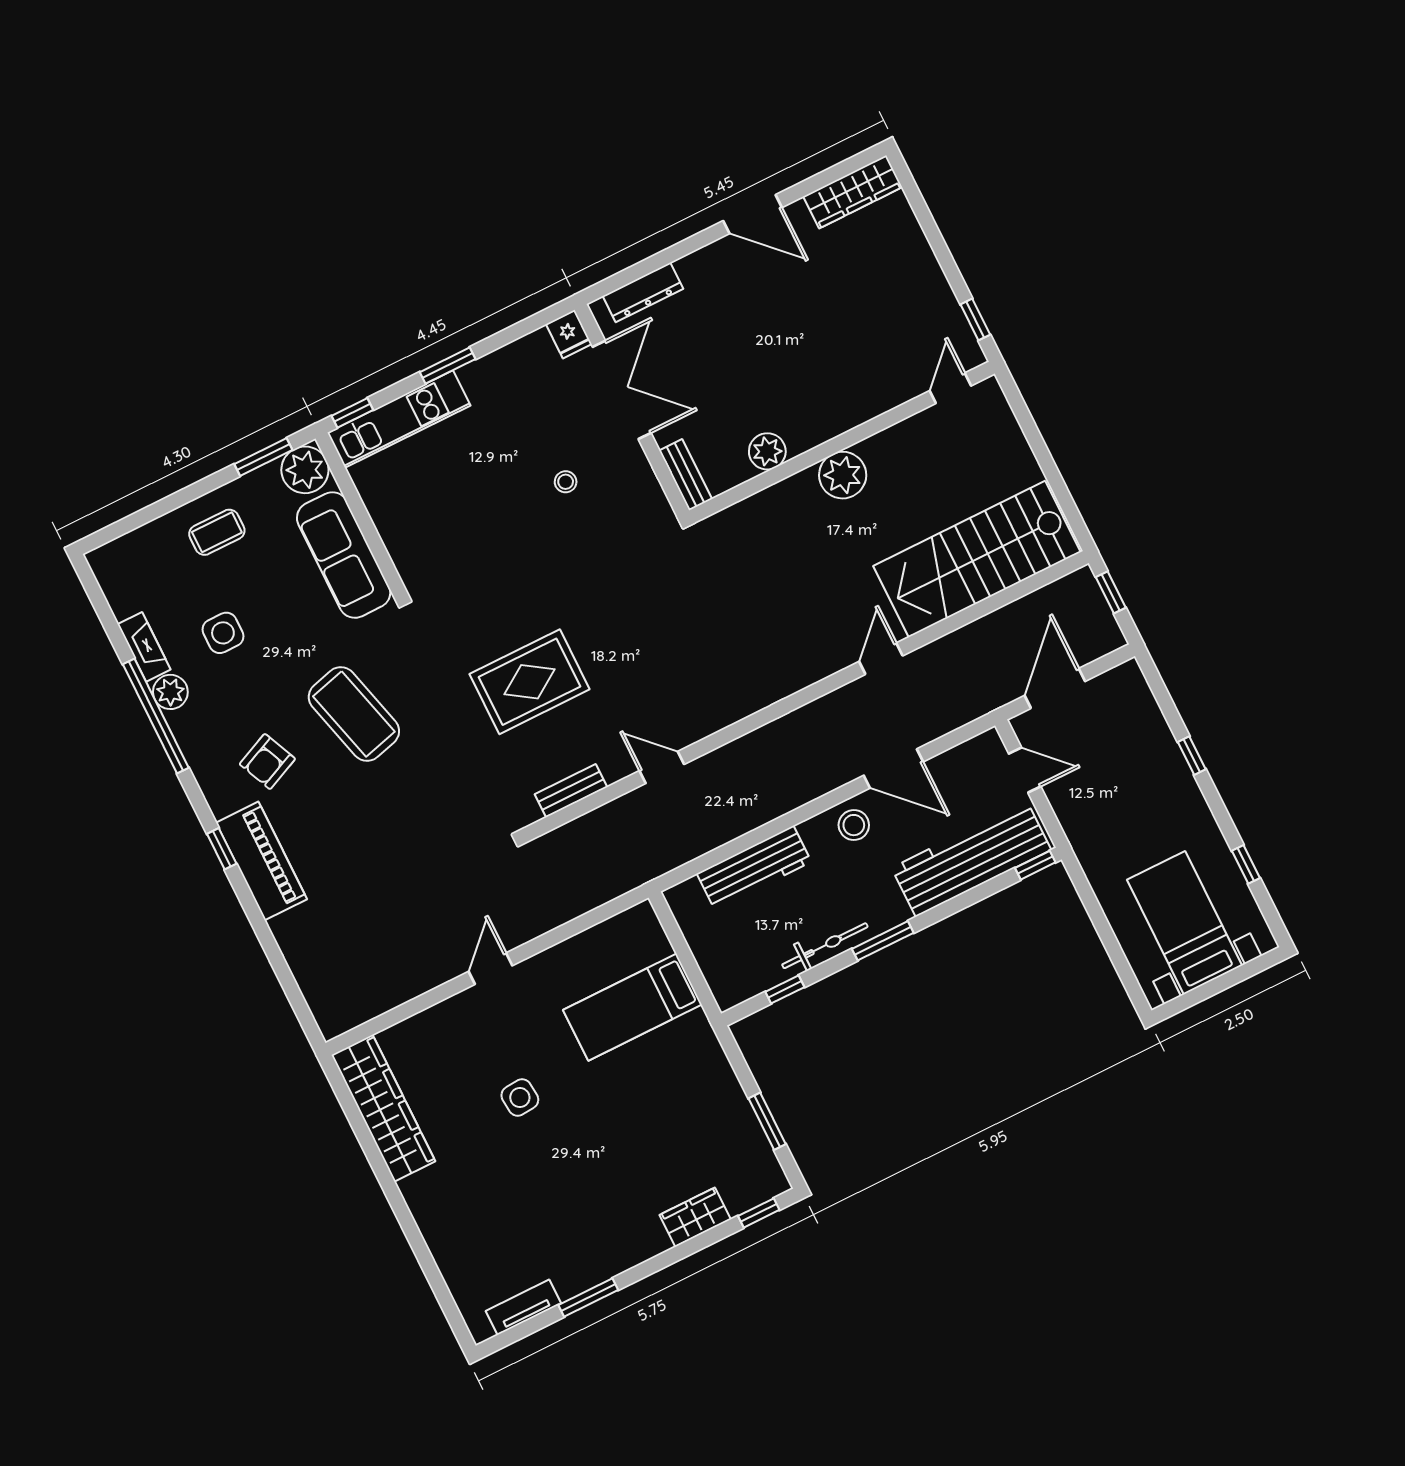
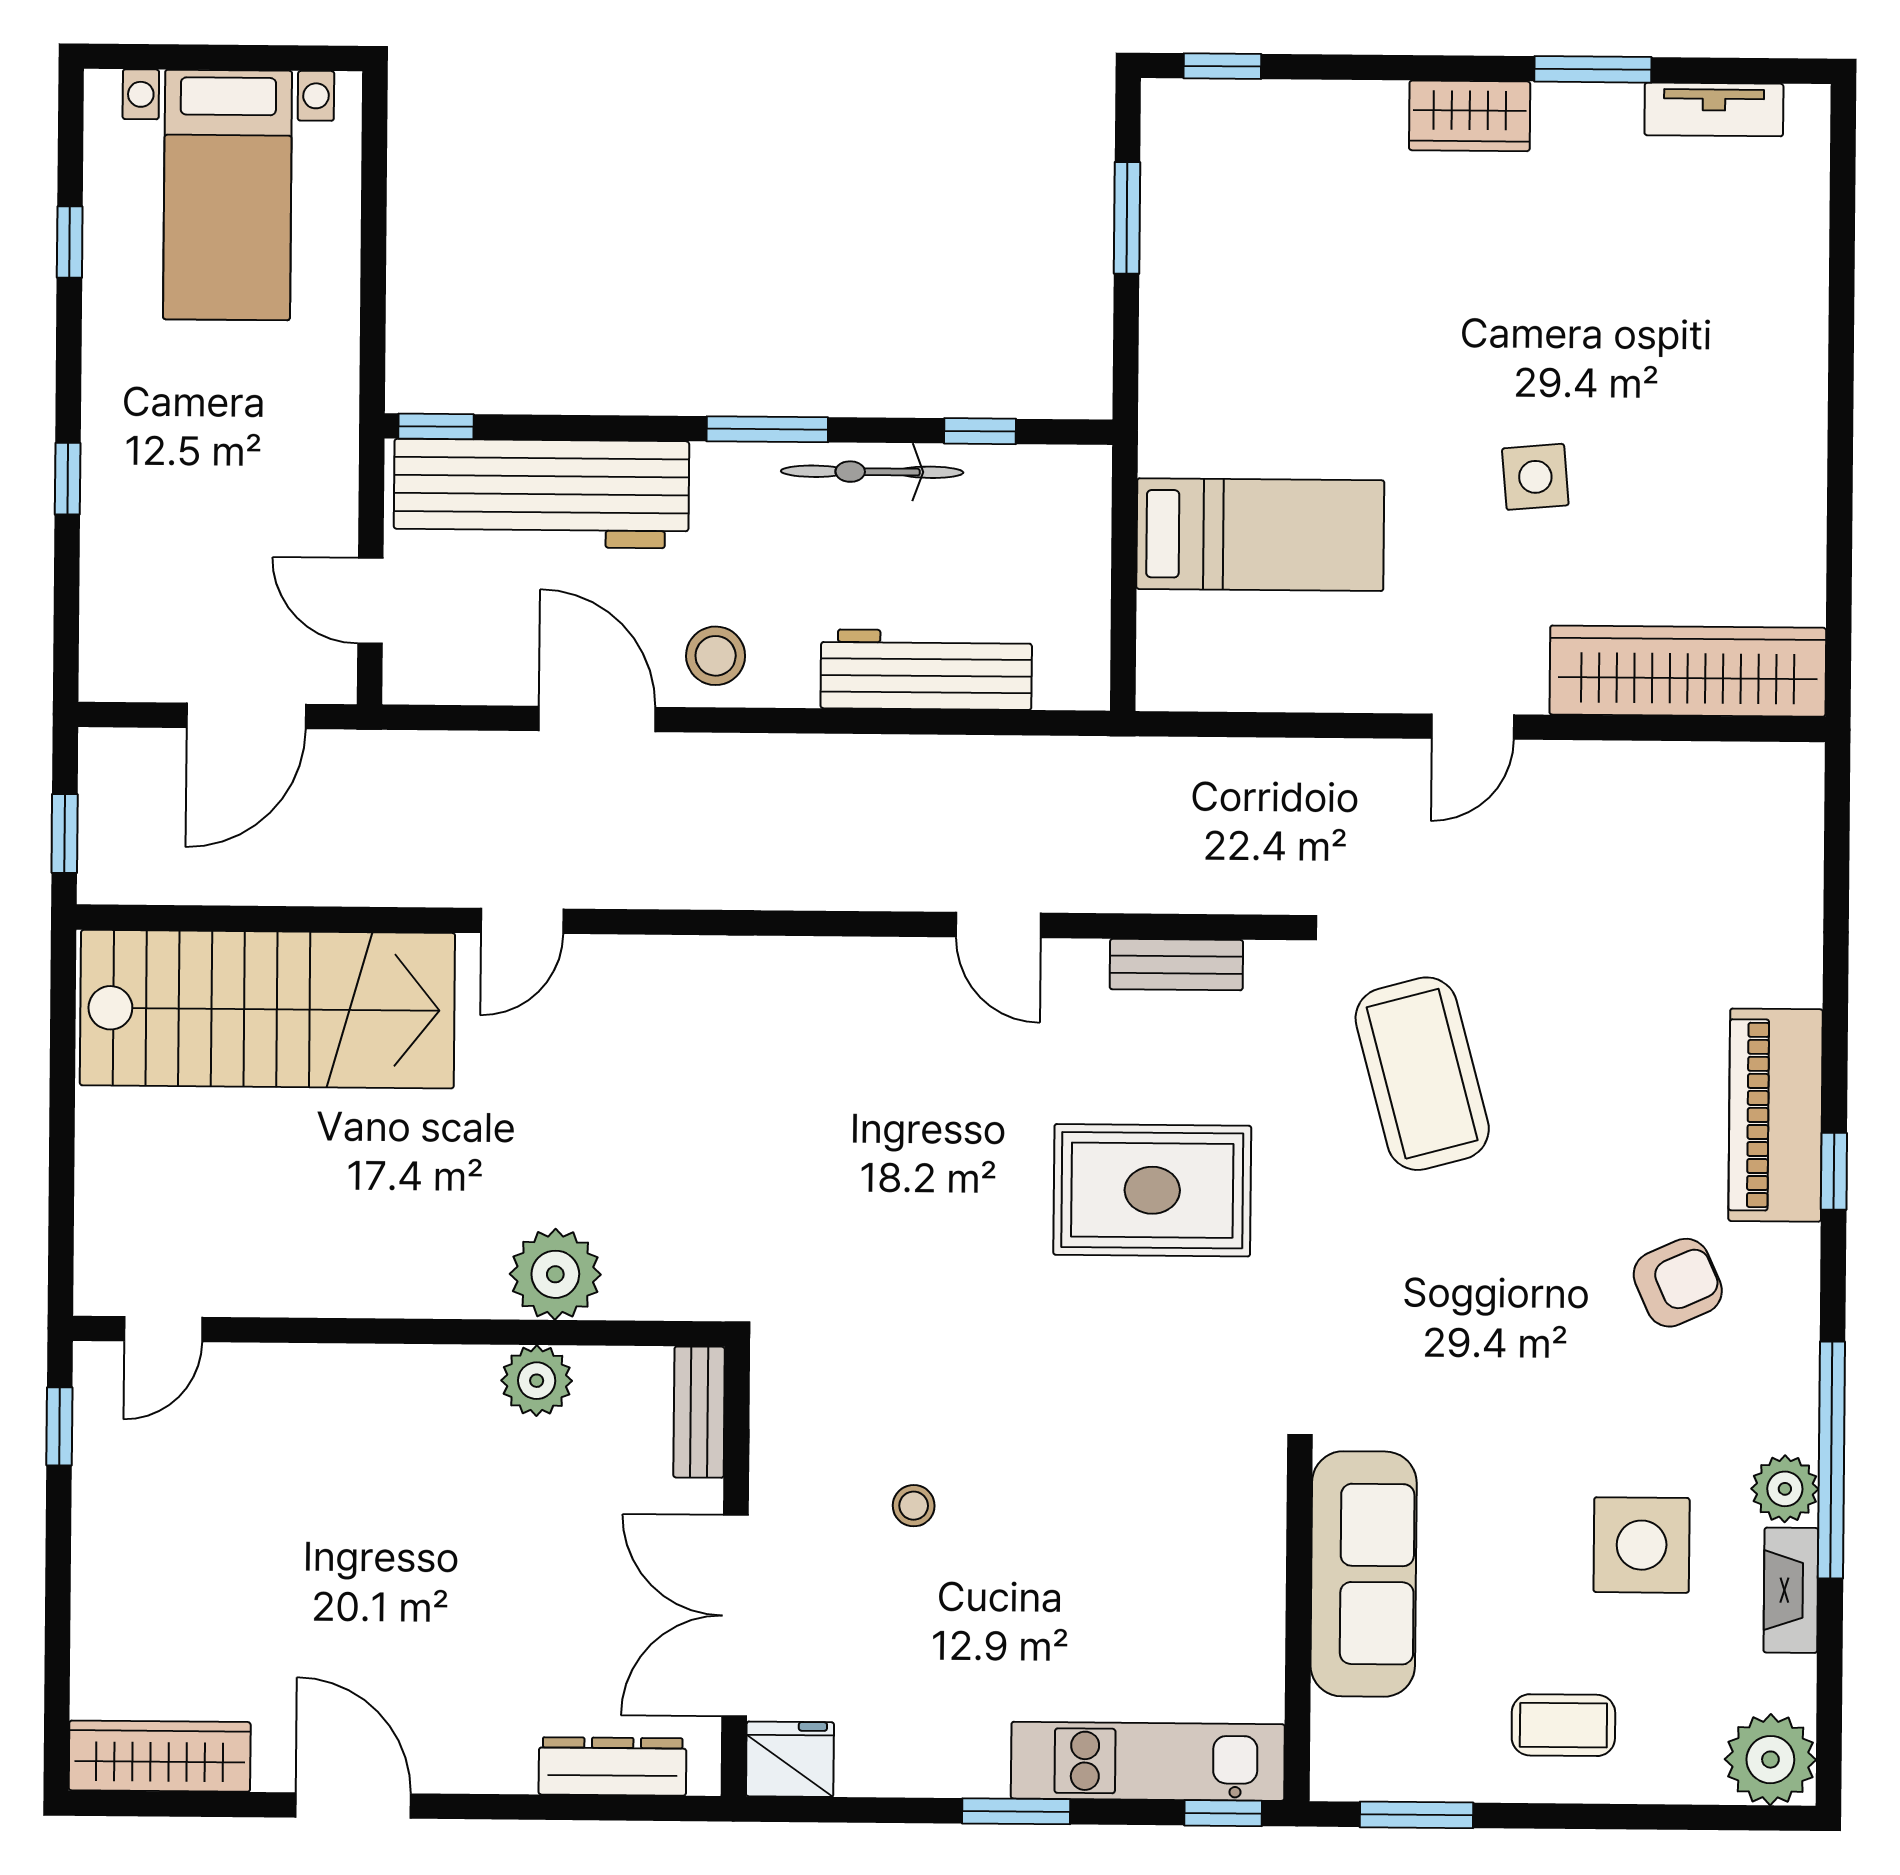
fridge: (569, 334) -> (790, 1759), width x1.38
plant: (305, 470) -> (1770, 1760), moved
plant: (843, 475) -> (555, 1274), moved
side table: (223, 633) -> (1642, 1545), width x1.37, depth x1.37
coffee table: (354, 714) -> (1422, 1074), moved
wardrobe: (383, 1108) -> (1688, 671), moved, turned 90
wardrobe: (695, 1217) -> (1470, 116), moved

